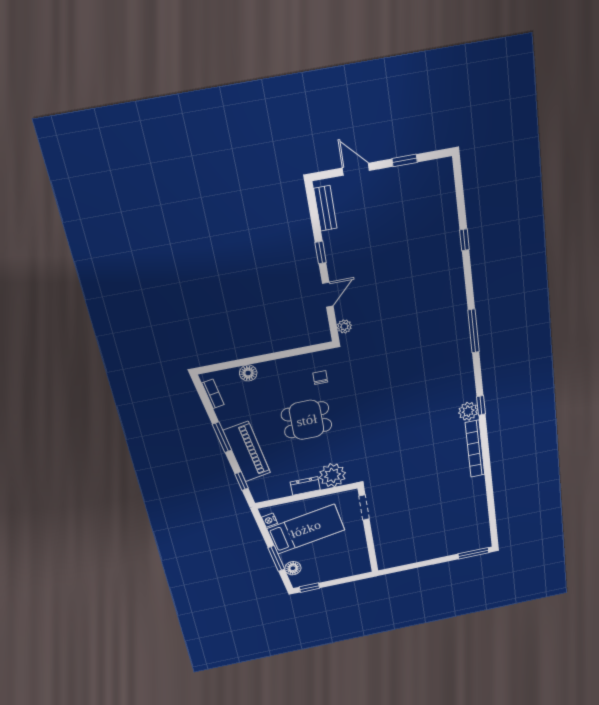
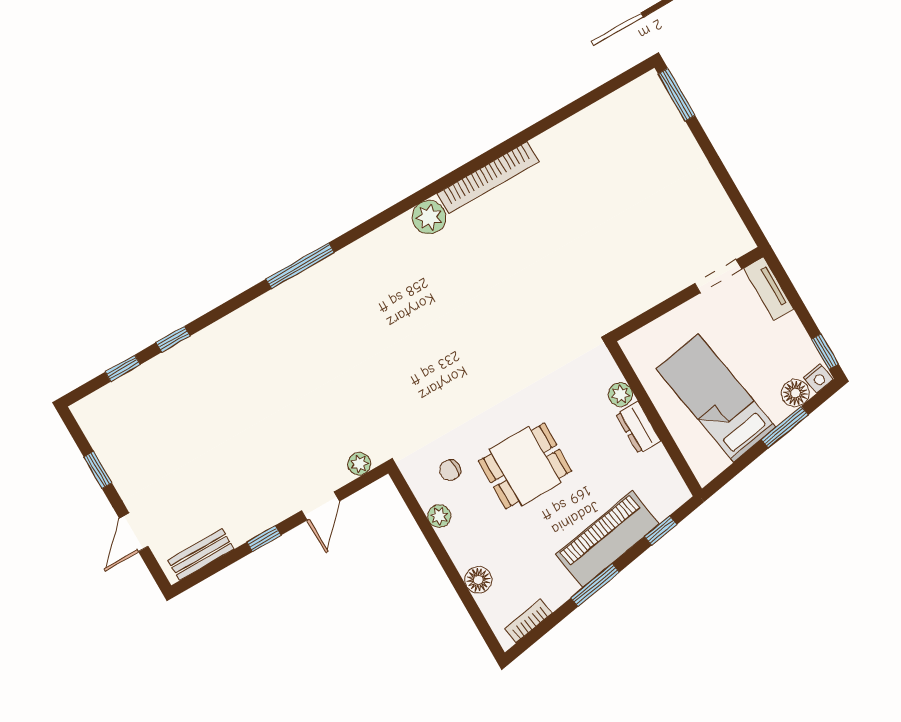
door: (328, 295) -> (321, 506), swing flipped
plant: (295, 363) -> (439, 516), added
window: (481, 405) -> (123, 368), moved
dining table: (307, 420) -> (525, 466), turned 90
plant: (332, 475) -> (620, 394), width x0.53, depth x0.53
doorway: (364, 507) -> (718, 276), moved
nightstand: (270, 520) -> (818, 378), moved
tv unit: (354, 570) -> (769, 289), added

